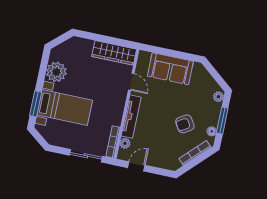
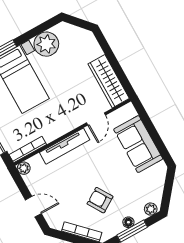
floor lamp: (212, 131) -> (128, 222), moved
plant: (125, 143) -> (24, 168), moved
door: (136, 166) -> (33, 207), moved

